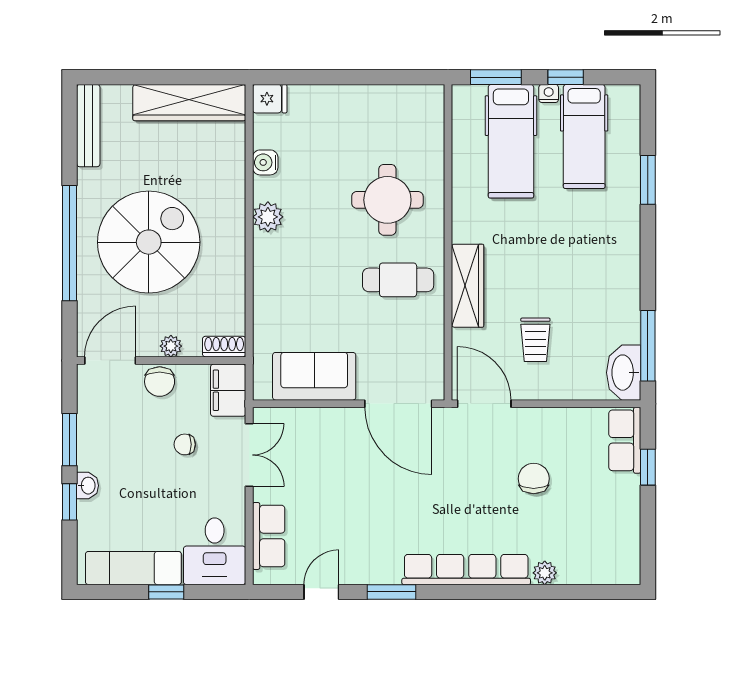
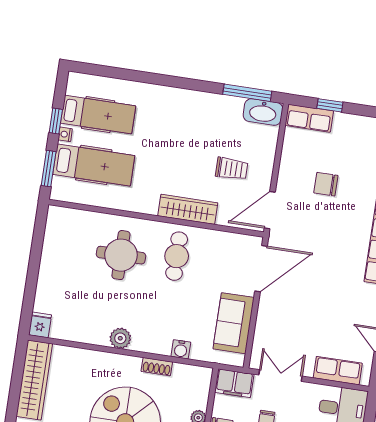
water cooler: (265, 162) -> (181, 349), moved
window: (648, 180) -> (134, 76), removed
shoe rack: (224, 347) -> (157, 367), moved, turned -90

